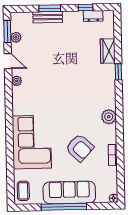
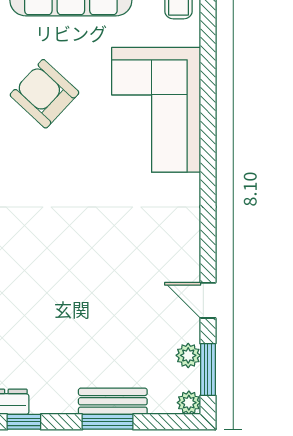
plant: (17, 81) -> (189, 403), moved

